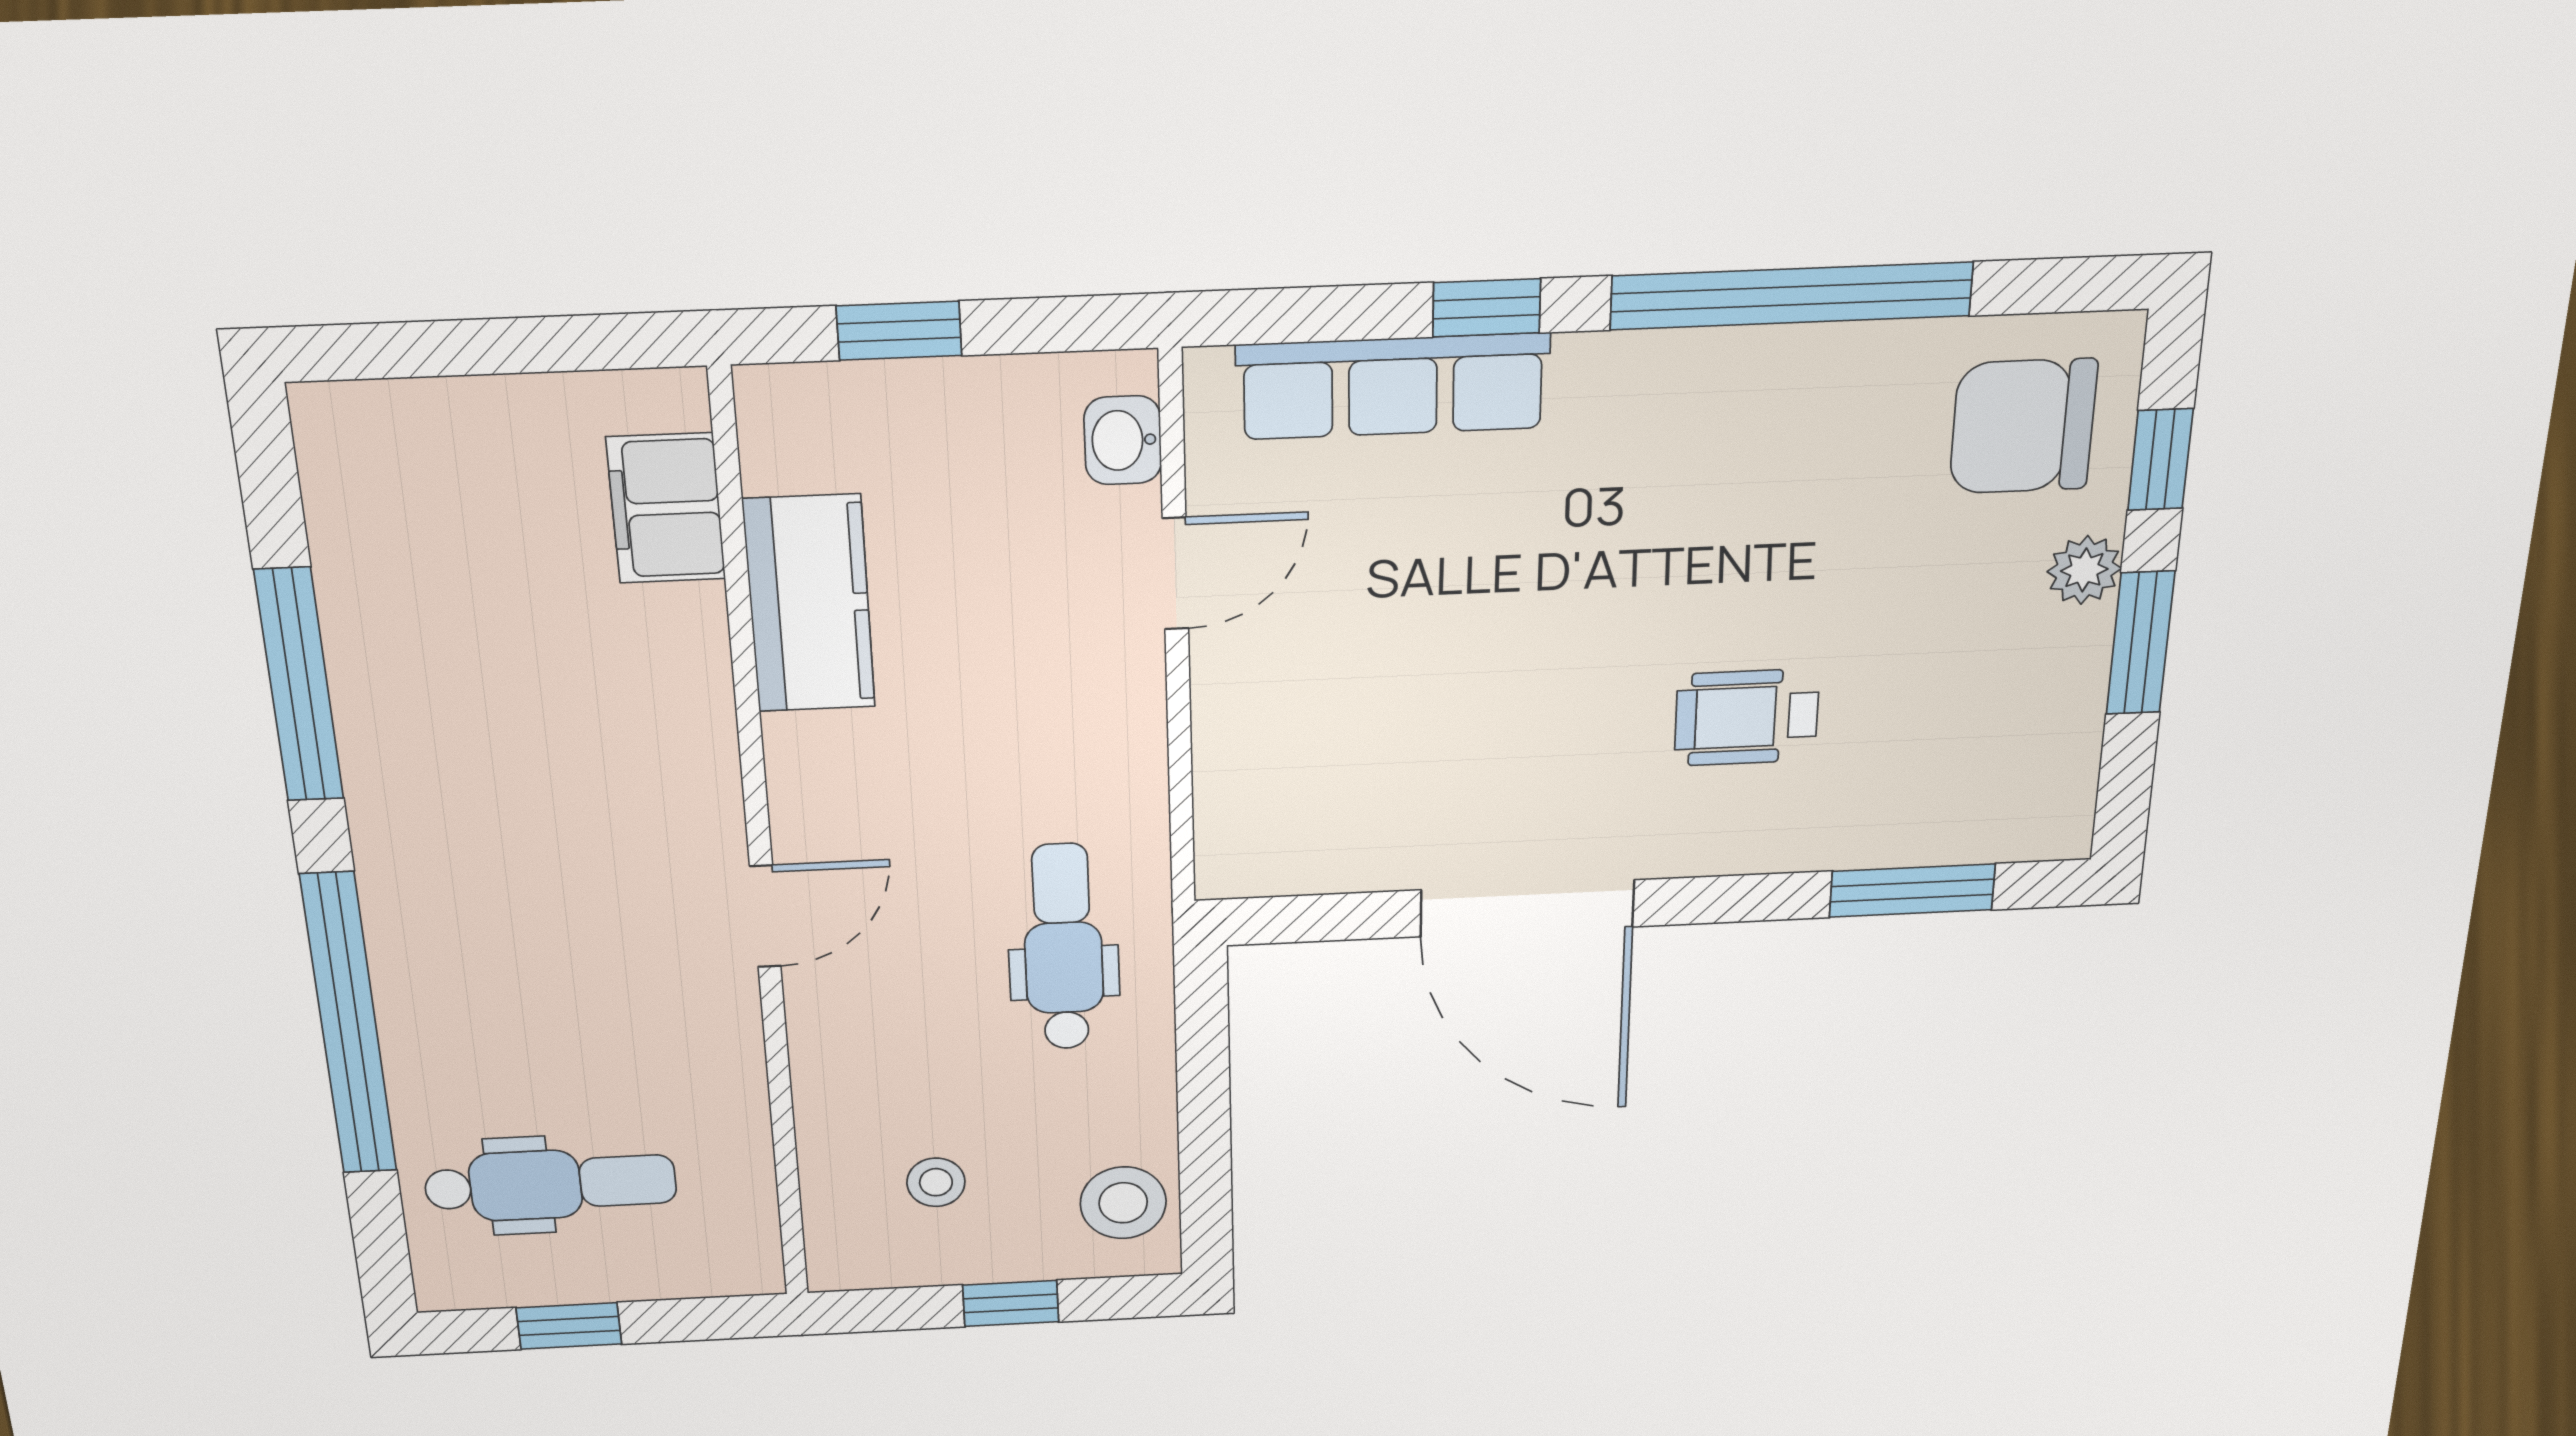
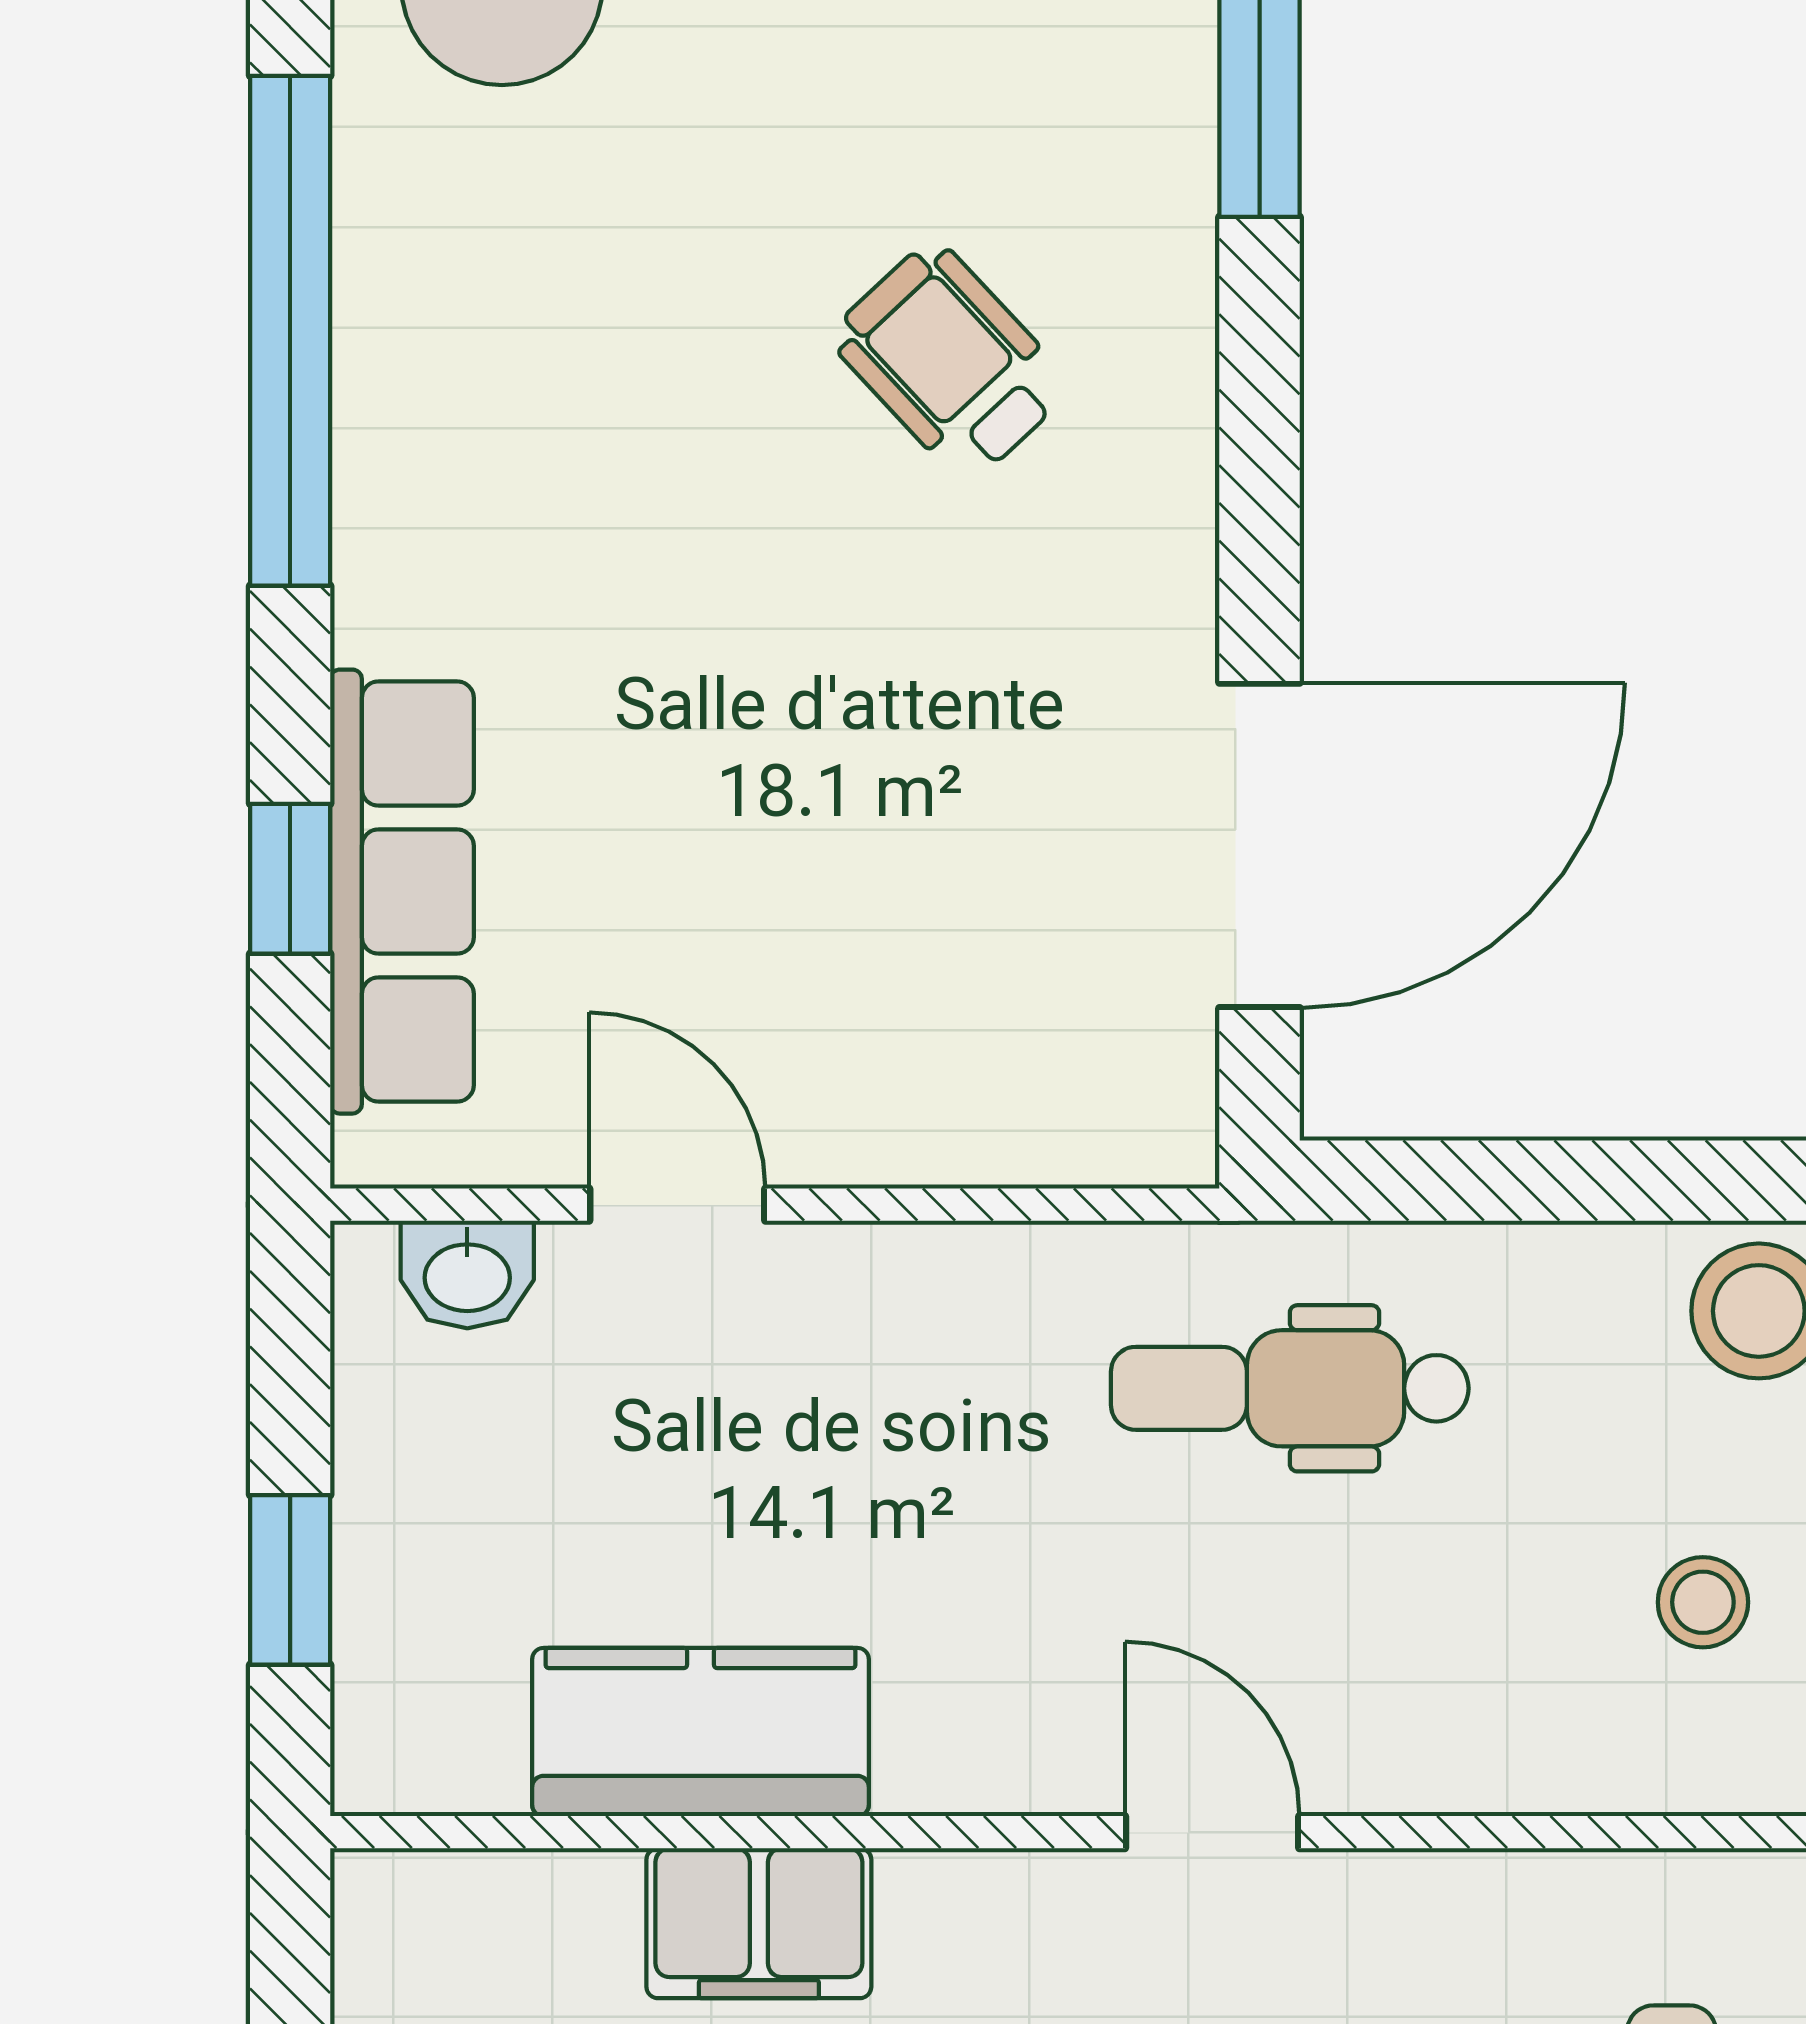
window: (1487, 308) -> (290, 879), moved
filing cabinet: (666, 508) -> (759, 1923), moved
wheelchair: (1747, 717) -> (950, 362), turned 137
door: (1527, 908) -> (1260, 845), moved

